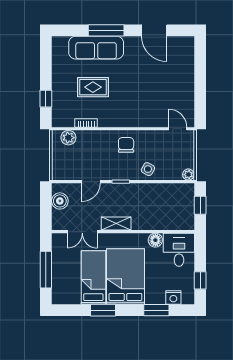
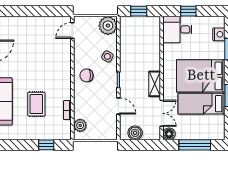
plant: (188, 175) -> (108, 26), width x1.88, depth x1.88
floor lamp: (155, 240) -> (169, 134), moved
window: (200, 280) -> (188, 11), moved

